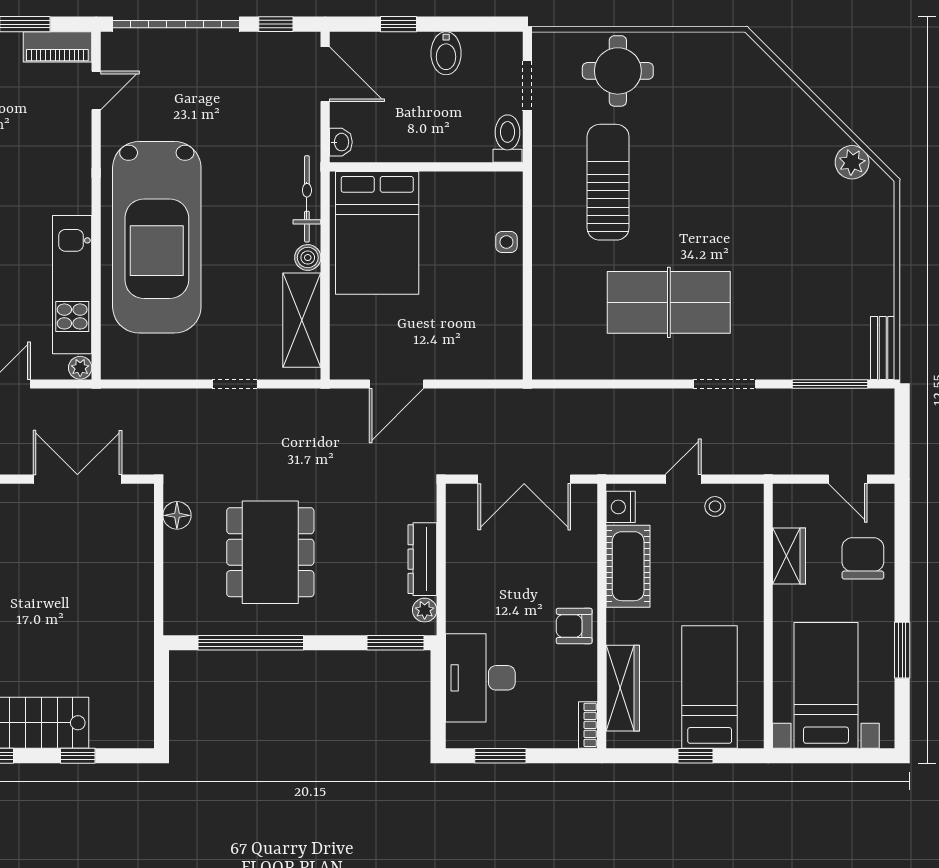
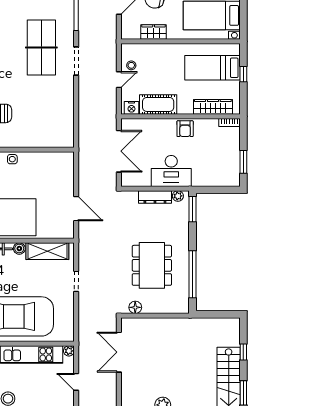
table tennis table: (669, 302) -> (41, 48), moved
door: (683, 479) -> (119, 80), swing flipped
dining table: (270, 552) -> (152, 265), turned 90
desk: (480, 678) -> (171, 171), moved

